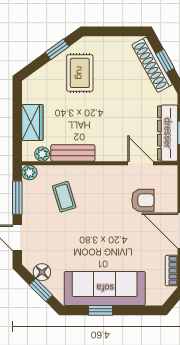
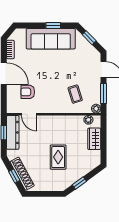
rug: (80, 73) -> (58, 157), moved
bench: (73, 153) -> (70, 120), removed
floor lamp: (42, 272) -> (89, 49), removed

